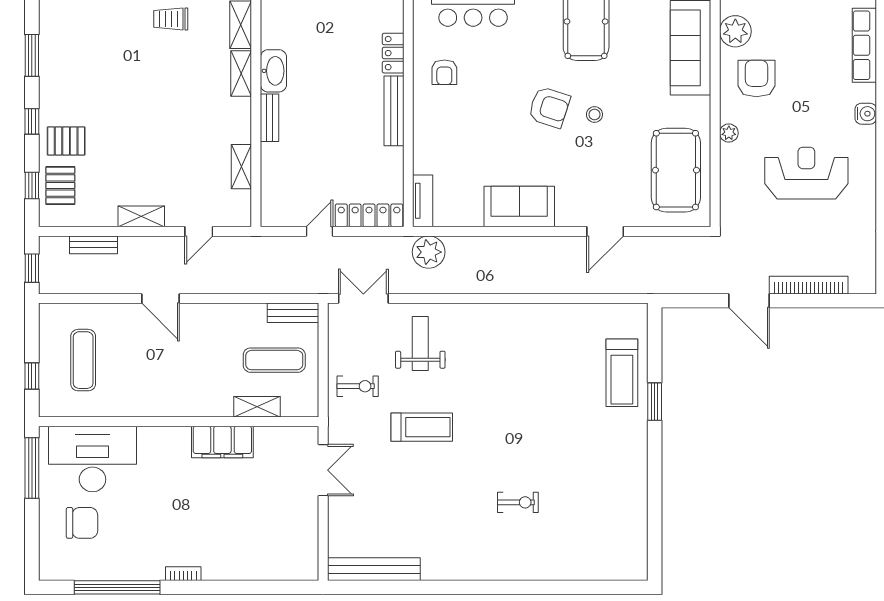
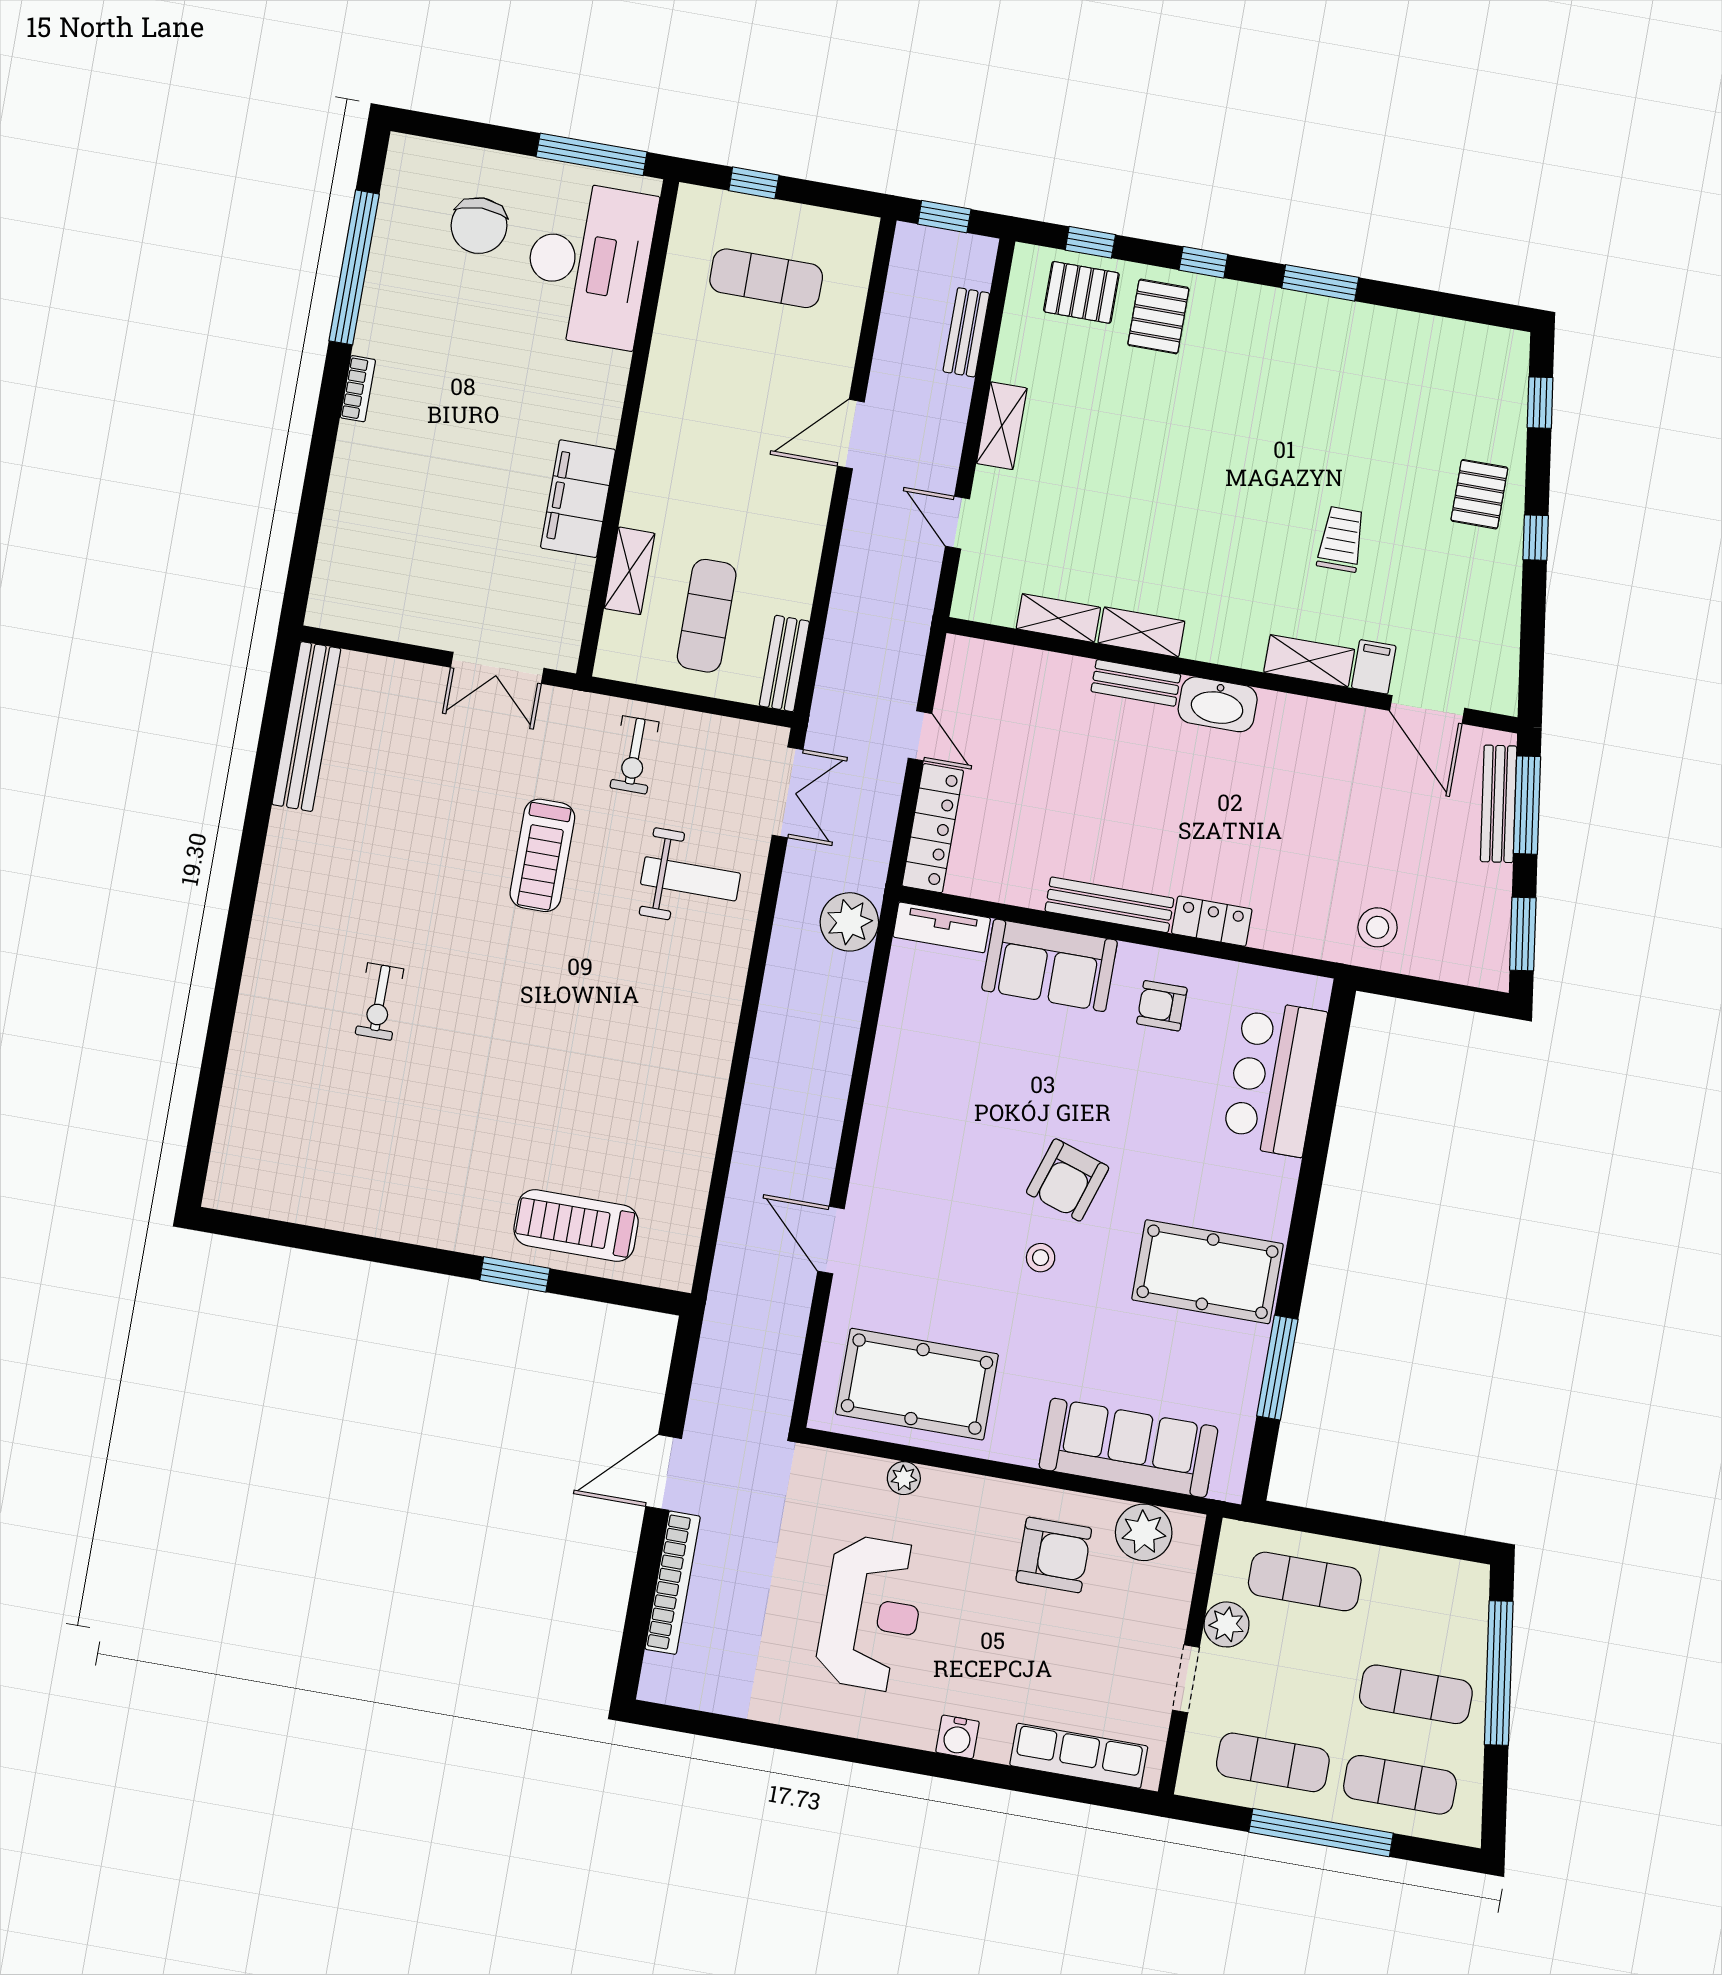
shelving: (241, 73) -> (1141, 632), moved
plant: (729, 133) -> (904, 1478), moved
sofa: (519, 207) -> (1050, 965), moved, turned 90

